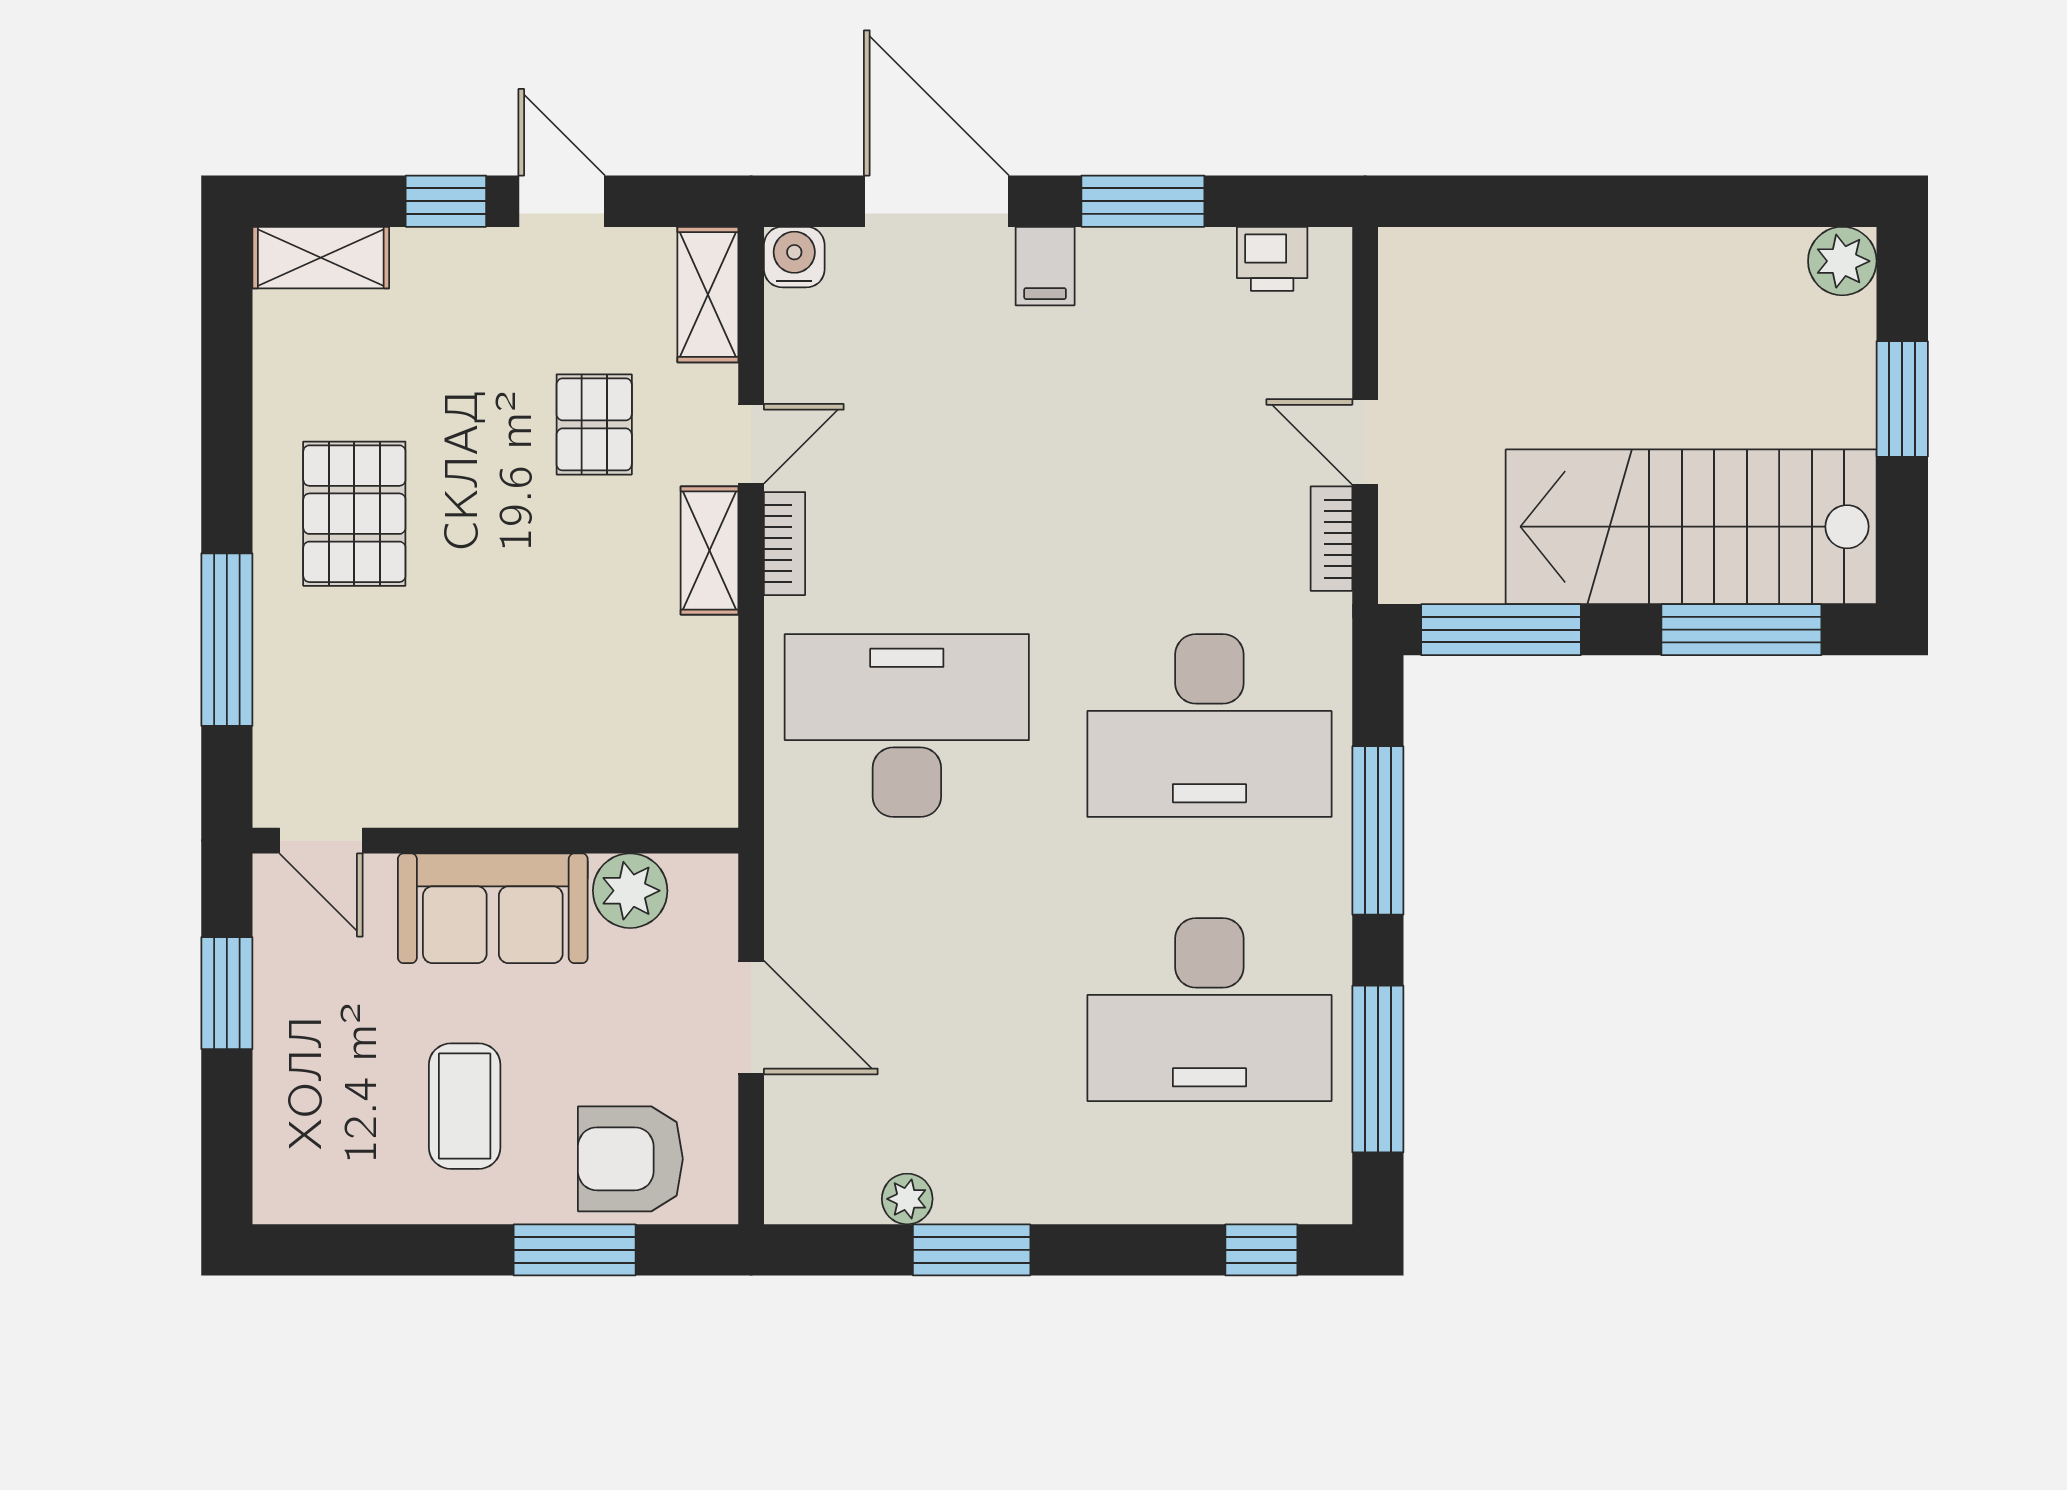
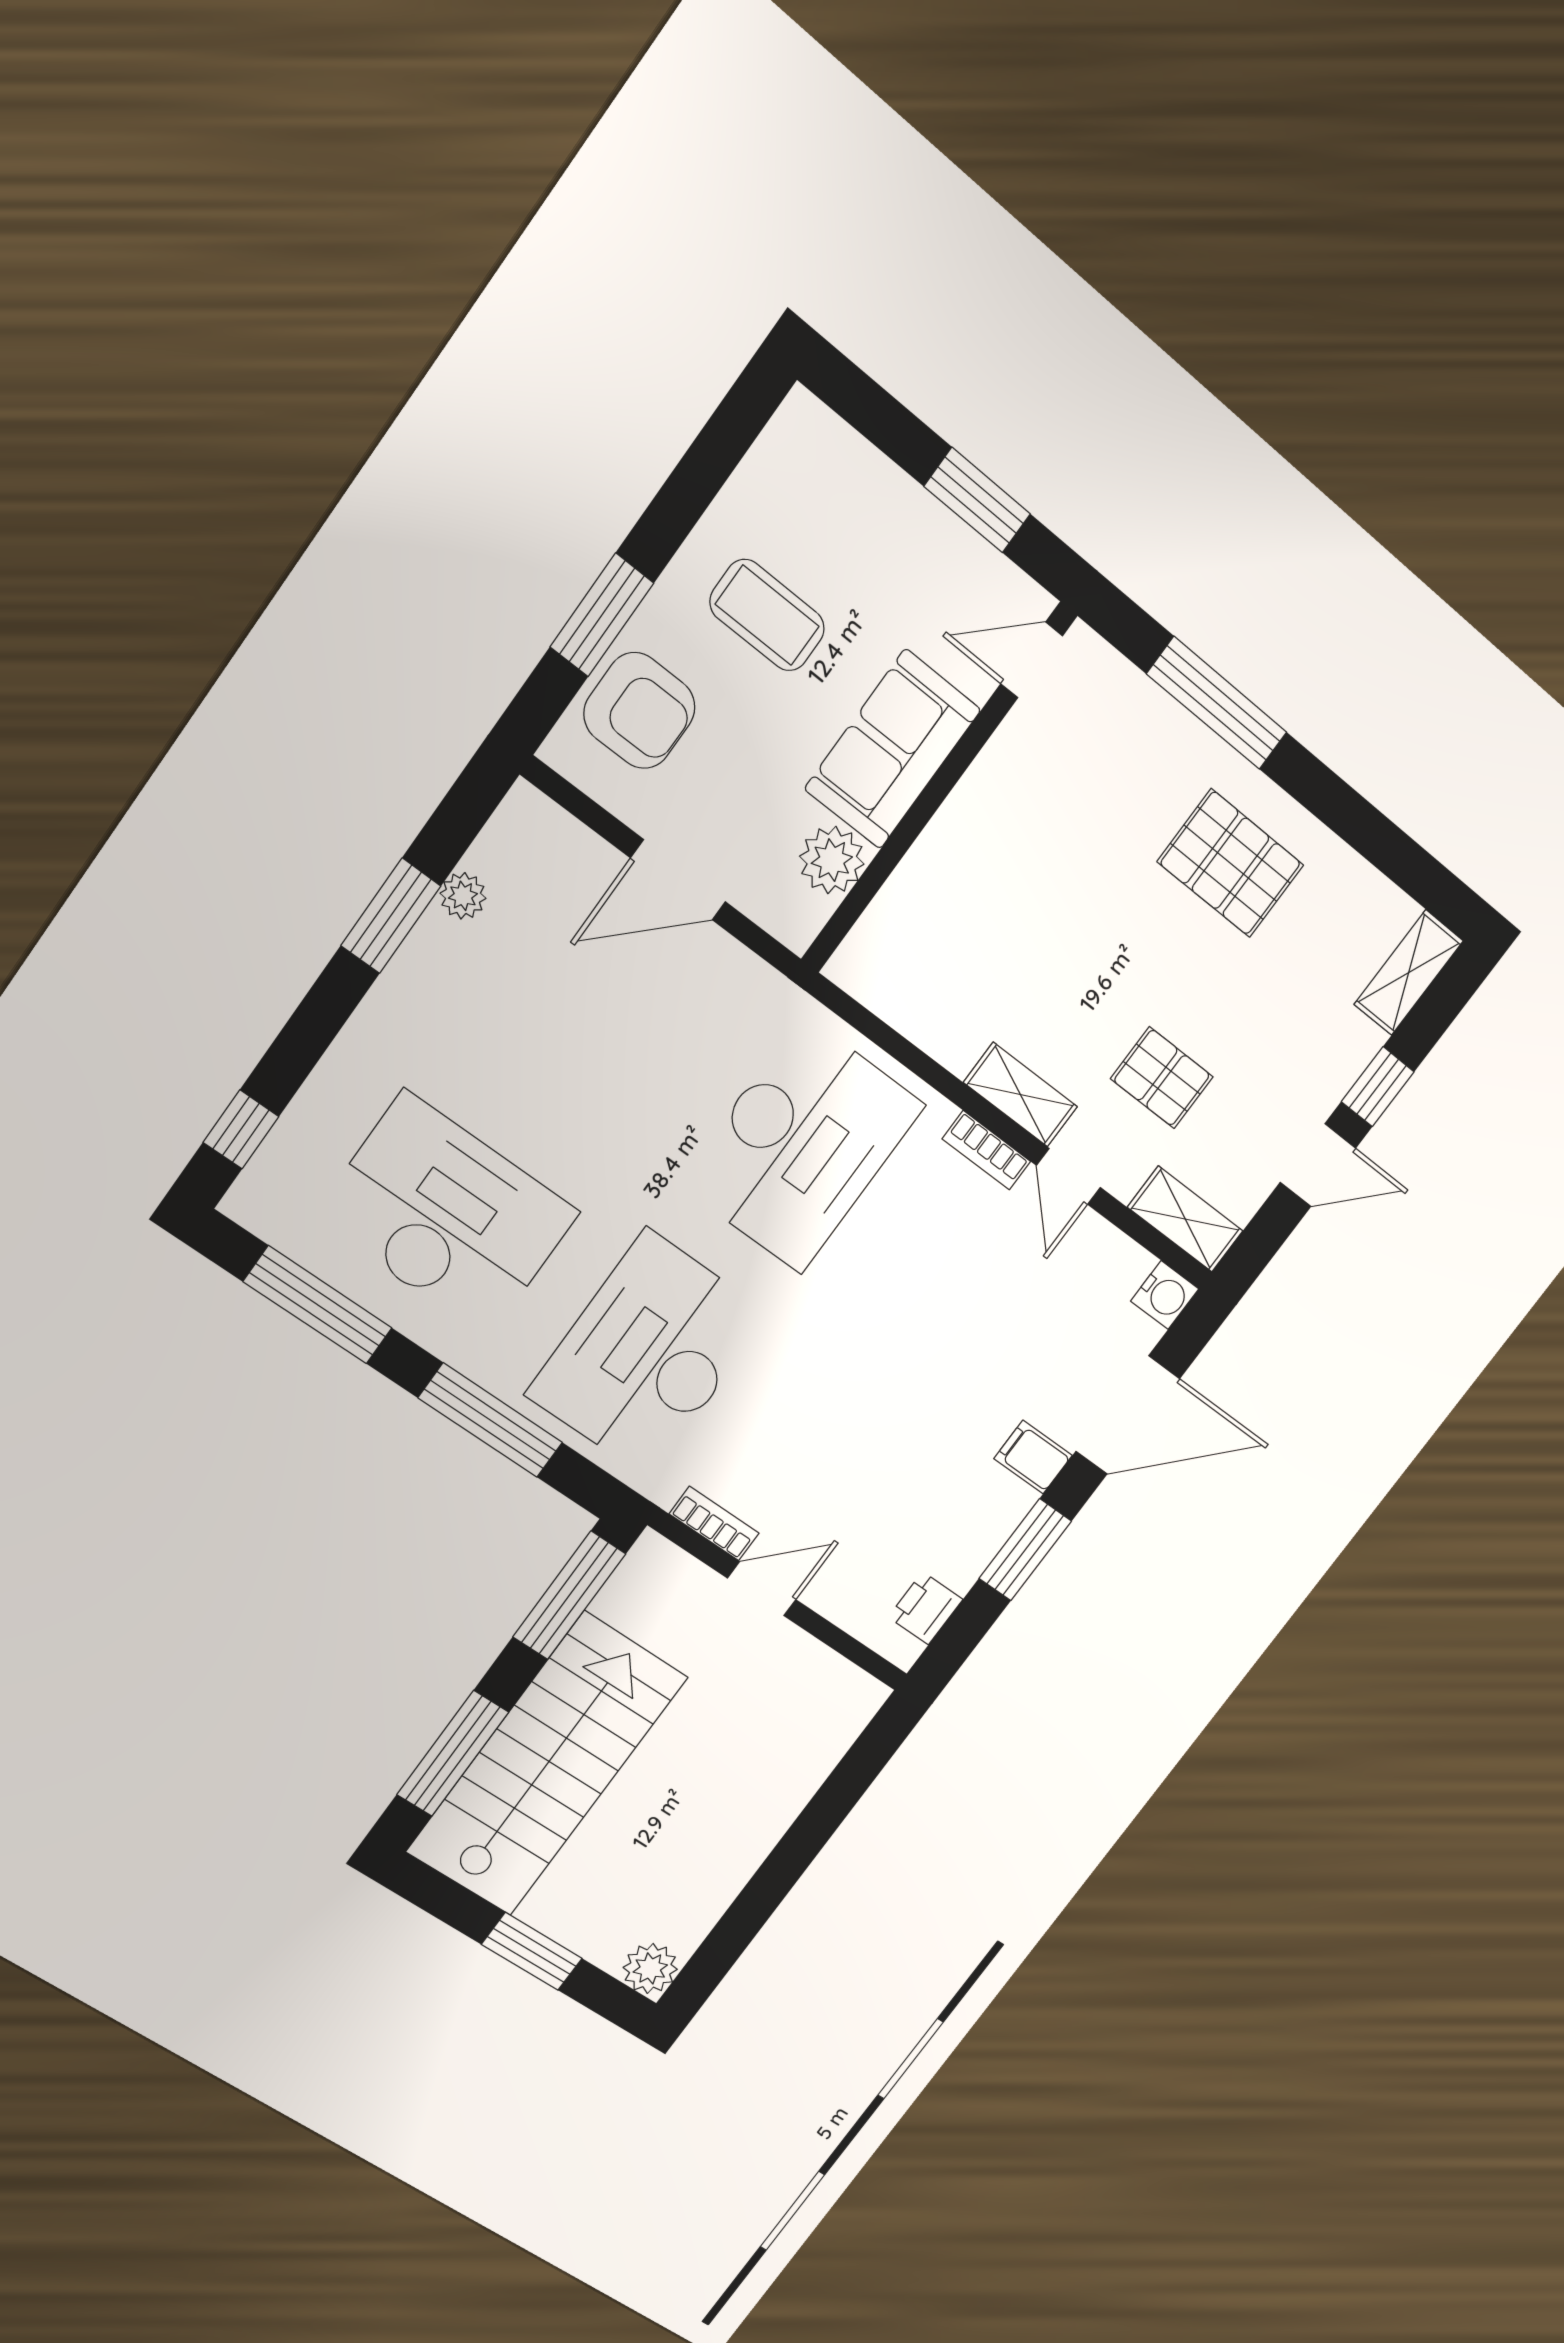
desk: (1209, 1010) -> (447, 1215), turned 90
armchair: (630, 1159) -> (639, 711), turned 90

